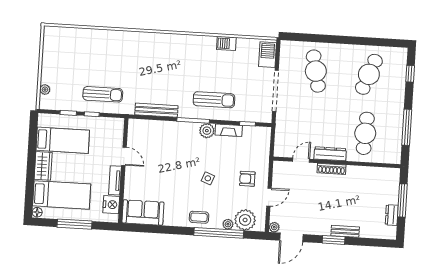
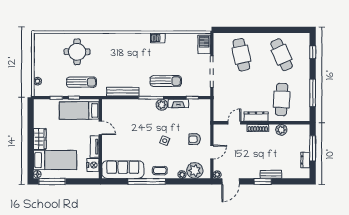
barbecue: (226, 43) -> (158, 38), moved
round table: (99, 54) -> (77, 52), added
cafe table: (369, 74) -> (282, 55), turned -45
bed: (63, 140) -> (79, 110), moved, turned 180
plant: (362, 173) -> (281, 130), added
sofa: (143, 213) -> (123, 170), width x1.36
window: (75, 224) -> (52, 181), moved
window: (219, 233) -> (147, 181), moved

